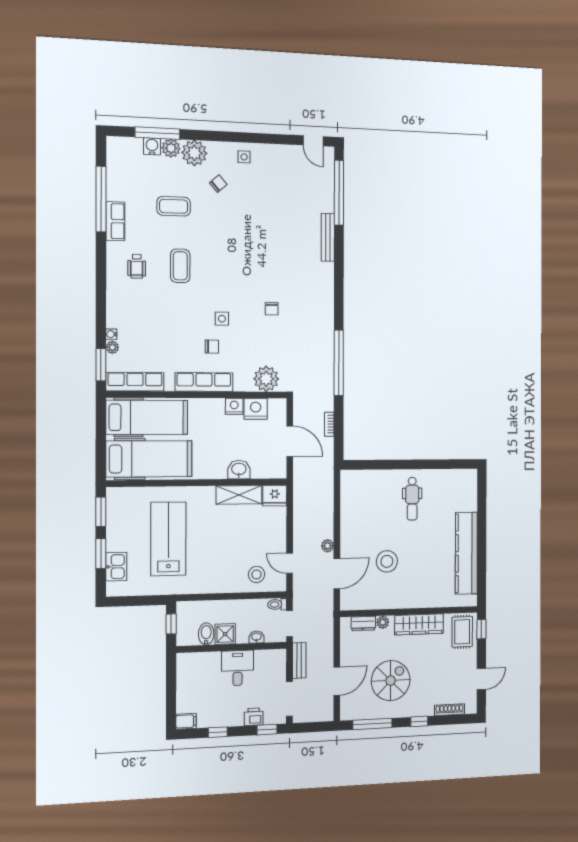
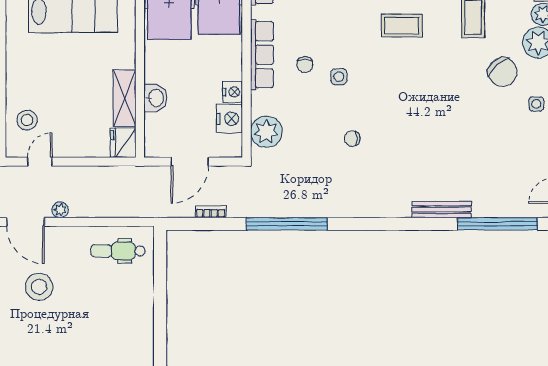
chair: (218, 184) -> (502, 72), width x1.87, depth x1.87
dental chair: (412, 499) -> (118, 251), moved

